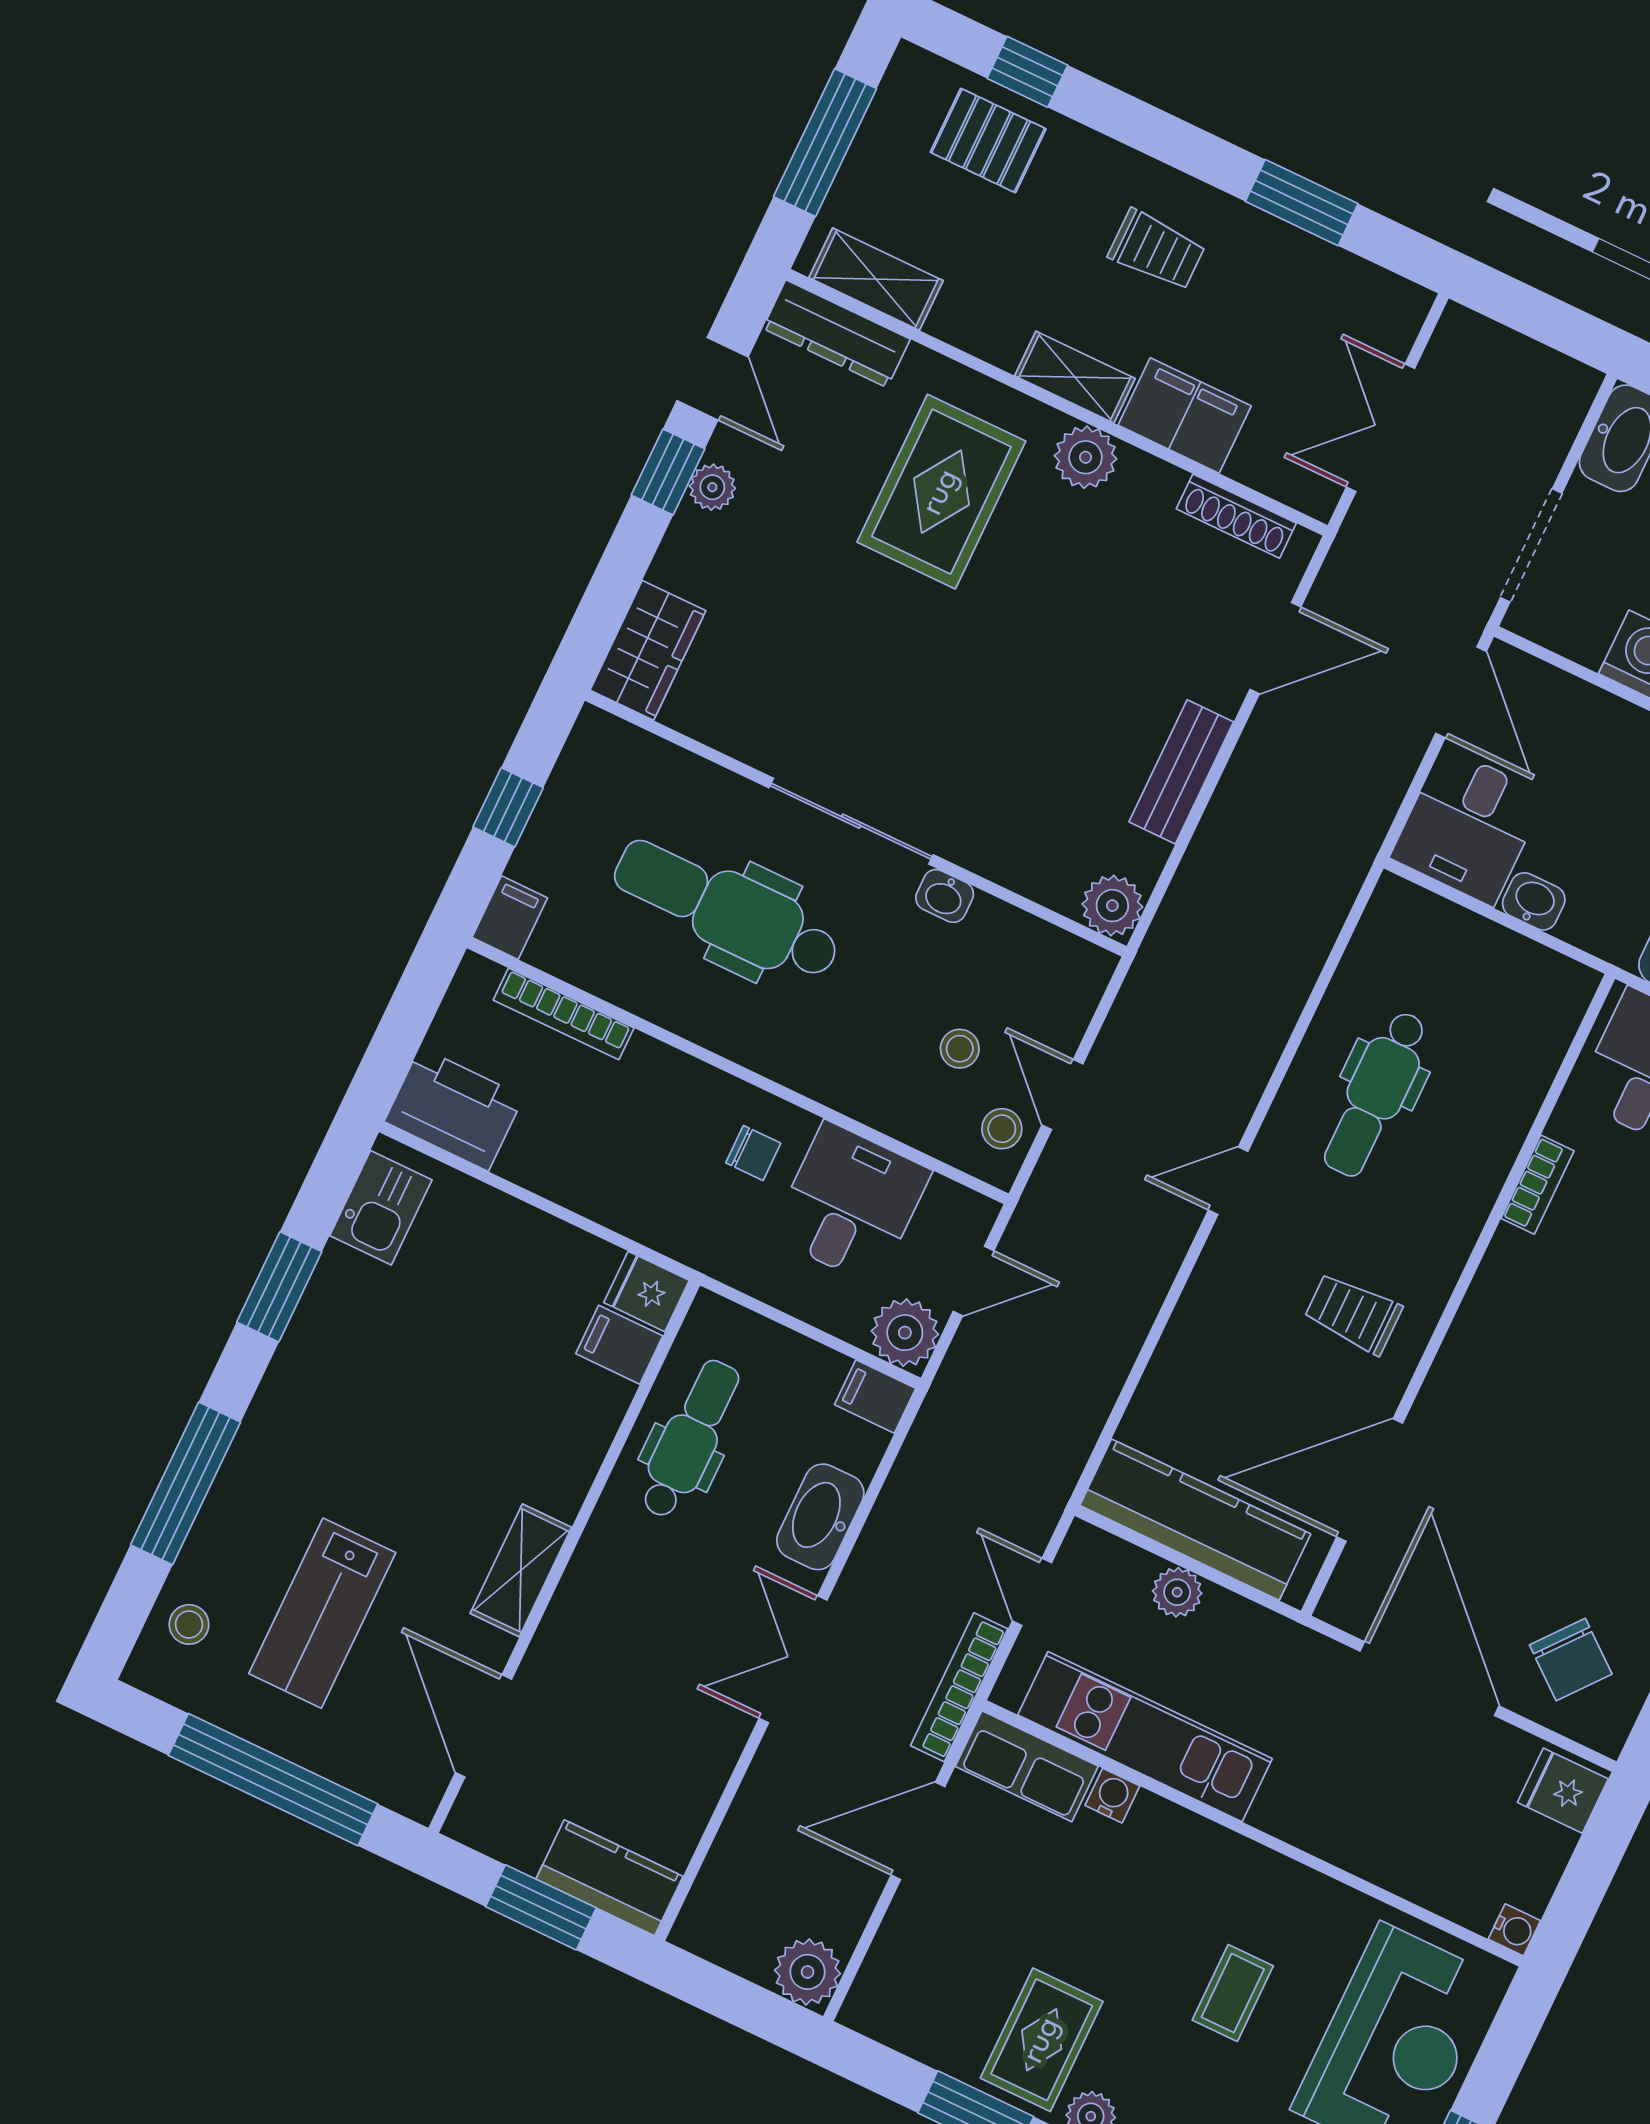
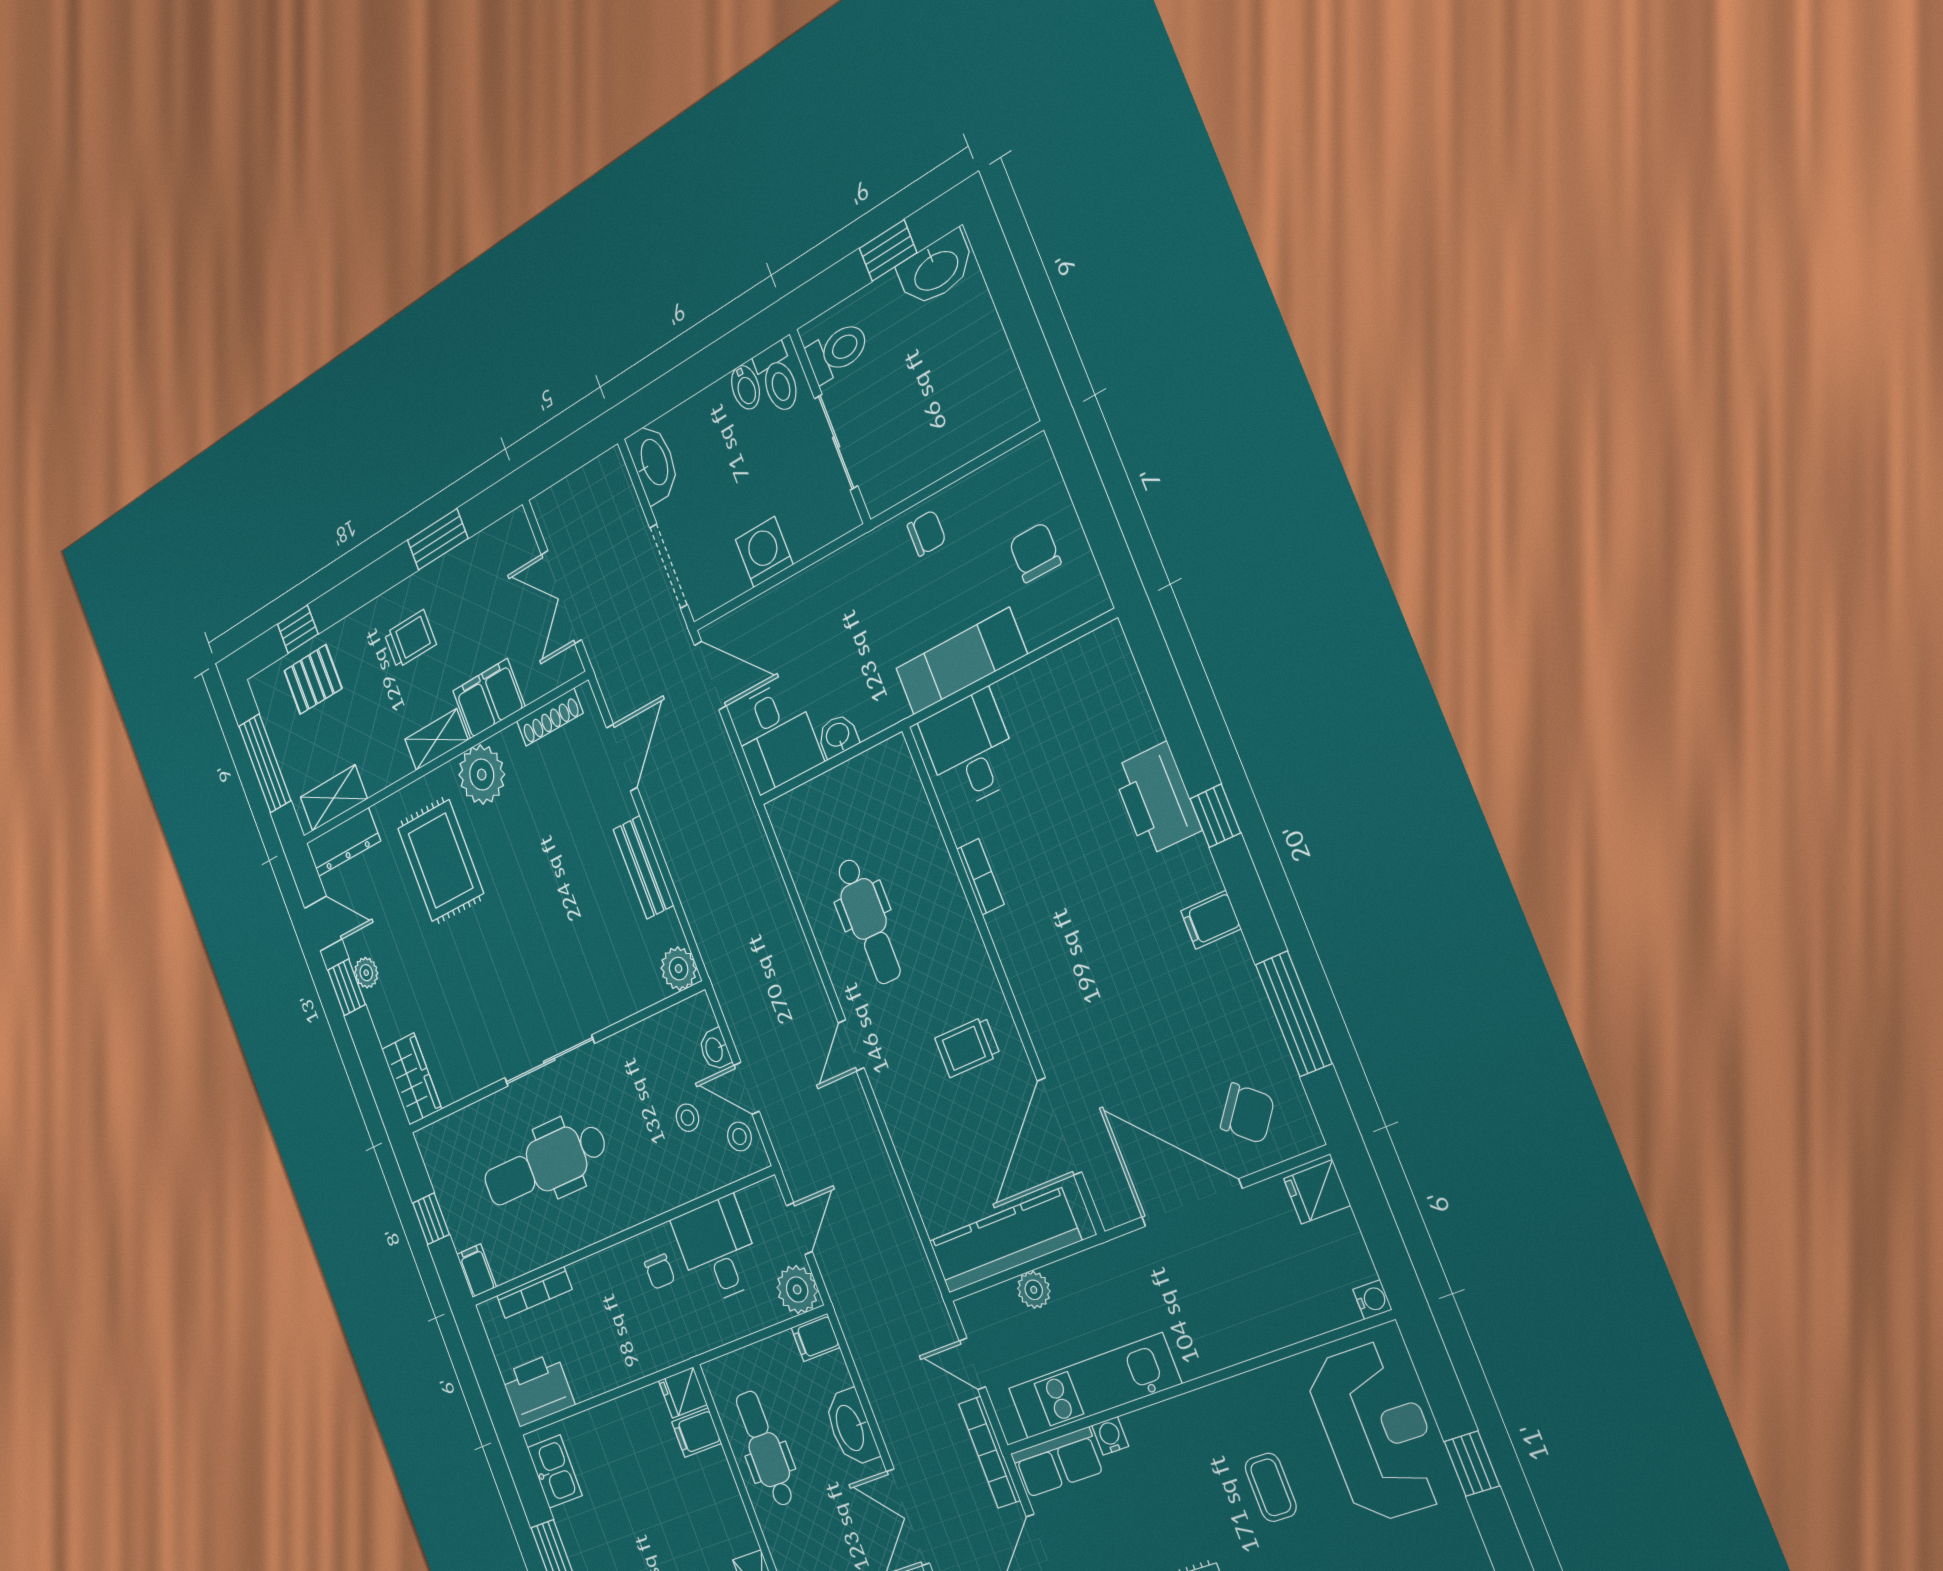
plant: (1086, 457) -> (482, 775), width x1.36, depth x1.36
washbasin: (945, 896) -> (715, 1049), moved, turned 90
chair: (753, 1153) -> (660, 1272), turned 90

